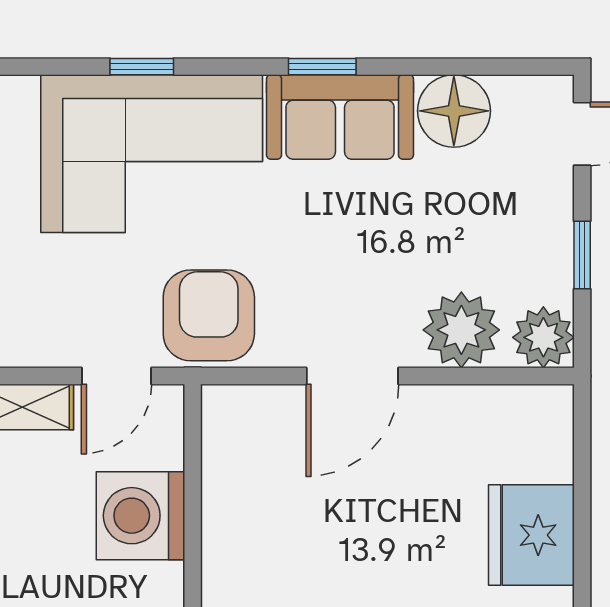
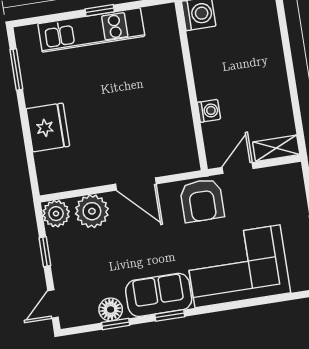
window: (142, 67) -> (116, 324), moved
floor lamp: (454, 111) -> (111, 309), width x0.73, depth x0.73
door: (352, 376) -> (136, 184), swing flipped
washing machine: (141, 516) -> (209, 111), width x0.53, depth x0.53

